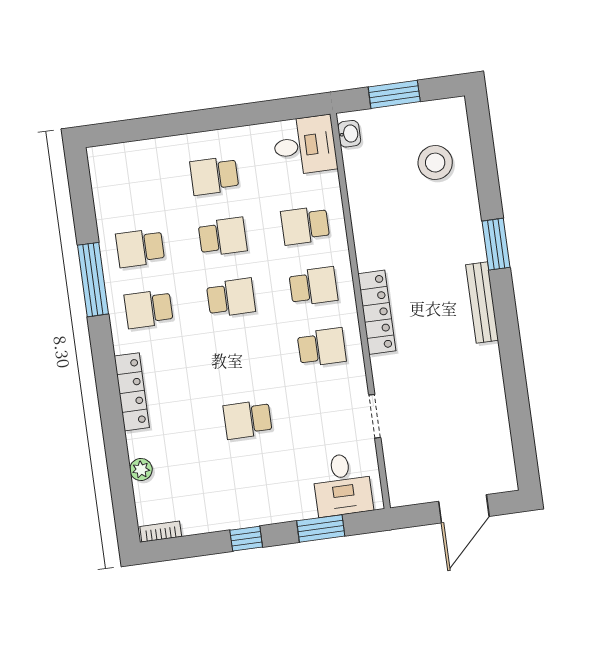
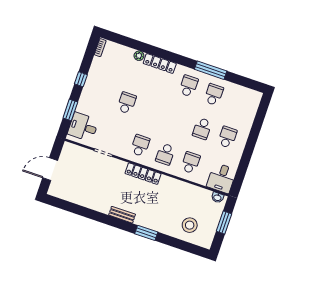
school desk: (231, 298) -> (177, 120), removed
bench: (482, 303) -> (122, 215), width x0.73
school desk: (322, 347) -> (140, 146), turned 180
plant: (141, 469) -> (139, 56), moved
door: (464, 509) -> (50, 169), hinge flipped

